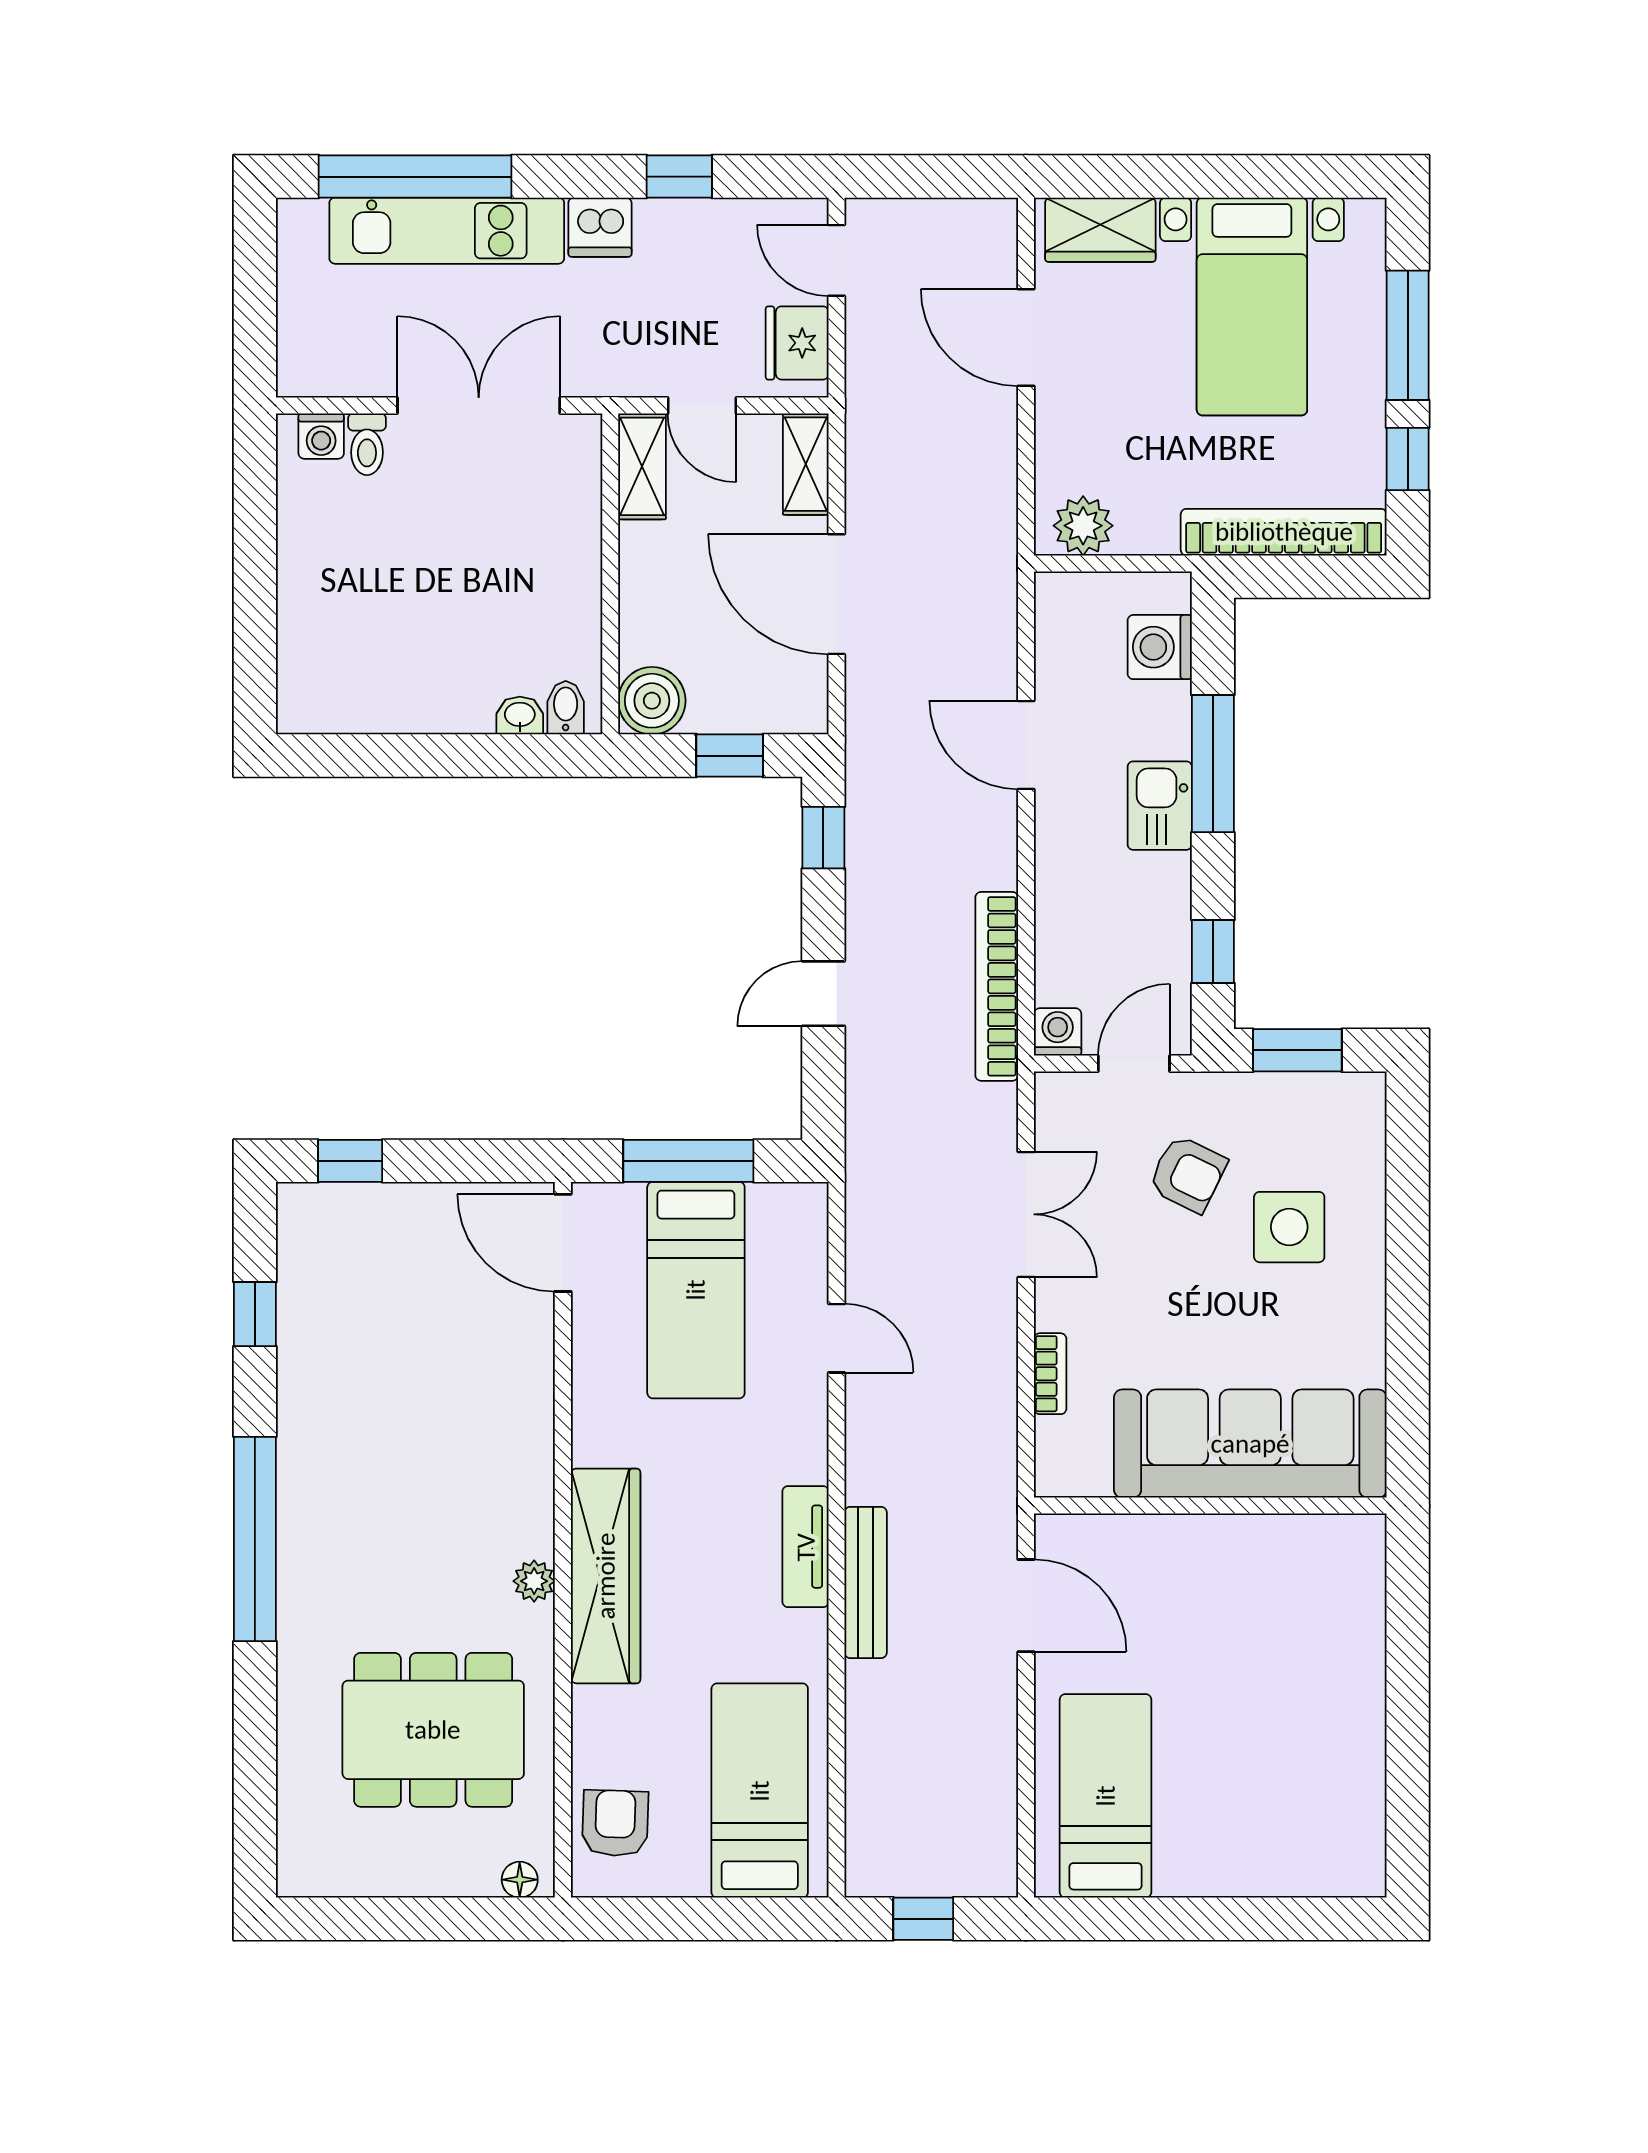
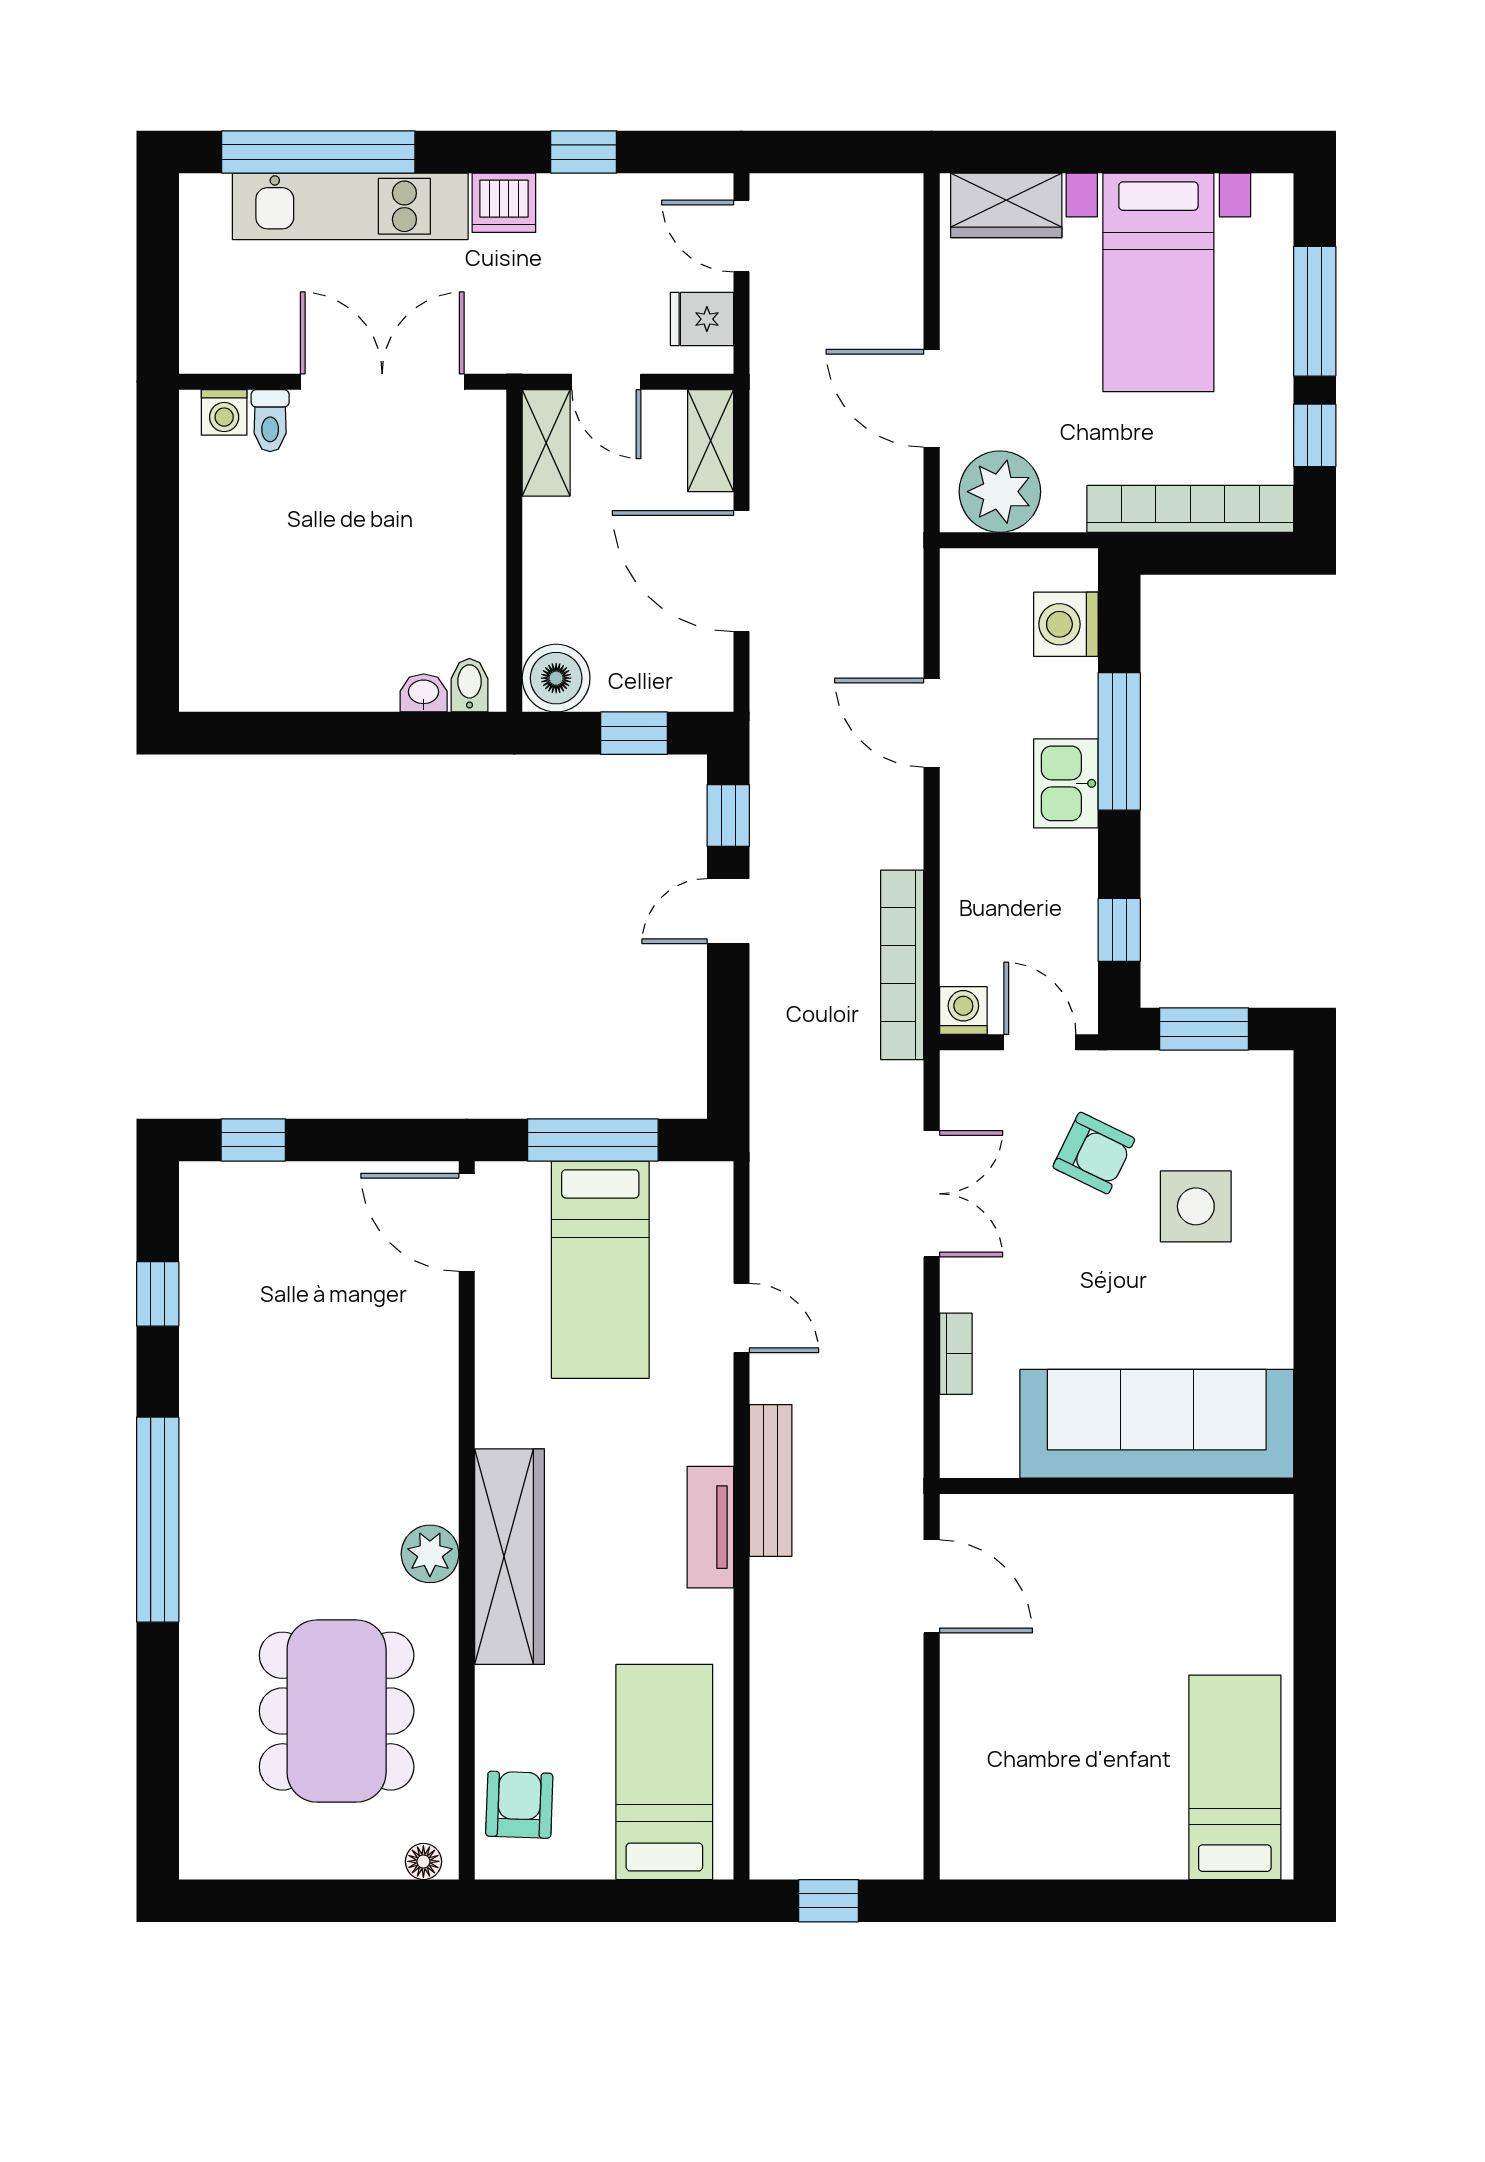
door: (1026, 338) -> (932, 398), moved
fridge: (797, 343) -> (702, 319), width x0.72
plant: (1083, 526) -> (1000, 492), width x1.36, depth x1.36
door: (823, 994) -> (728, 911), moved
door: (1134, 1063) -> (1040, 1042), hinge flipped
plant: (534, 1581) -> (430, 1554), width x1.38, depth x1.38
bench: (866, 1582) -> (771, 1480), moved
dining table: (433, 1730) -> (337, 1711), turned 90
bed: (1106, 1796) -> (1235, 1777), moved

